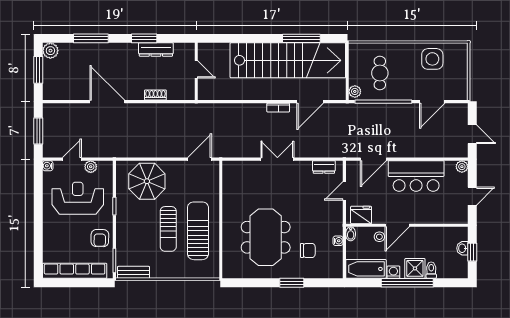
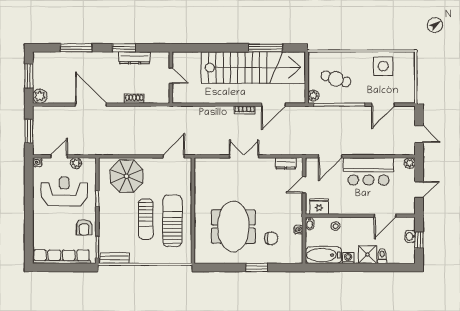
plant: (50, 51) -> (40, 96), moved
cafe table: (380, 73) -> (336, 79), turned -73
door: (397, 225) -> (385, 216), moved
window: (407, 283) -> (361, 267), removed

